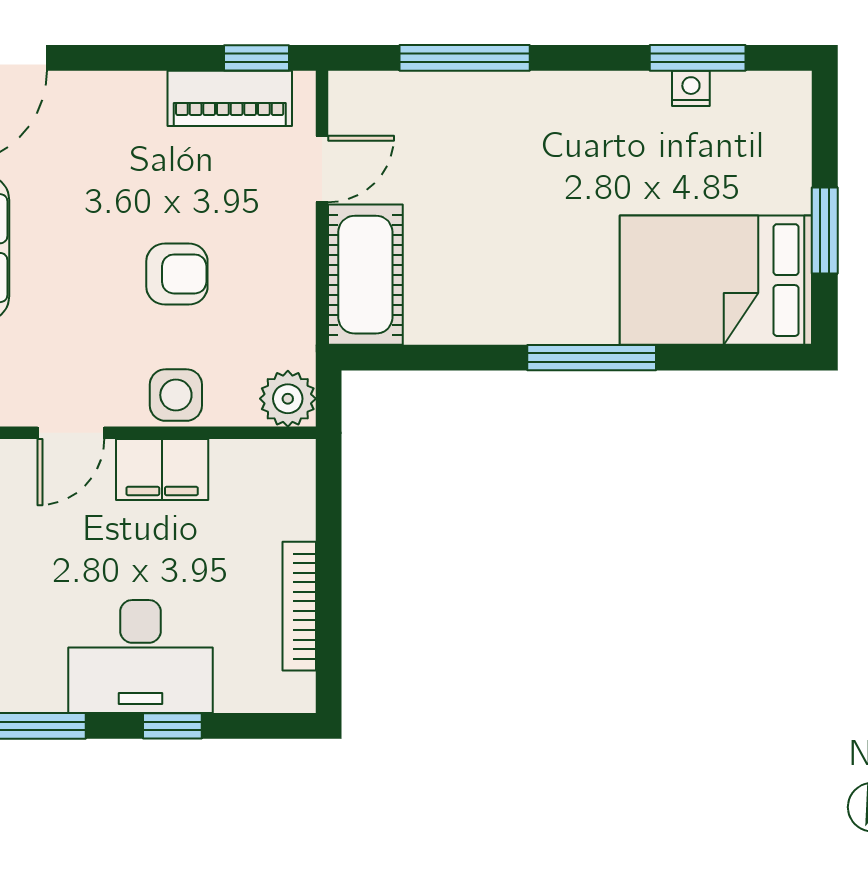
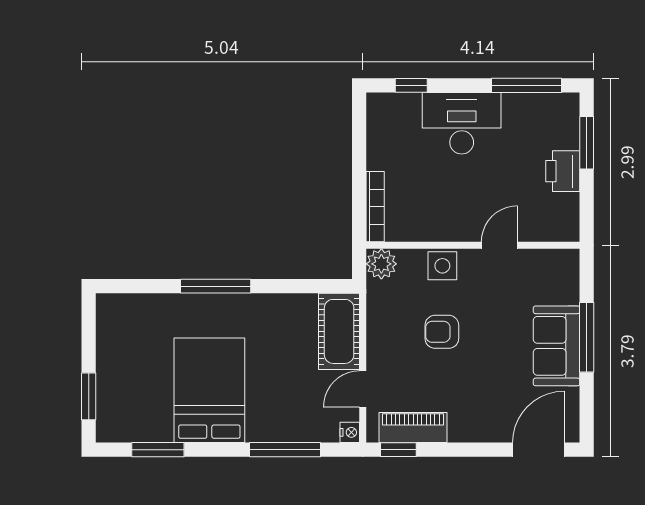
nightstand: (691, 88) -> (350, 432), moved, turned -90
window: (825, 230) -> (89, 396), moved
bed: (716, 280) -> (209, 390), moved, turned -90
filing cabinet: (162, 470) -> (450, 225), removed
bookcase: (299, 606) -> (375, 207), moved
window: (172, 726) -> (411, 85), moved

